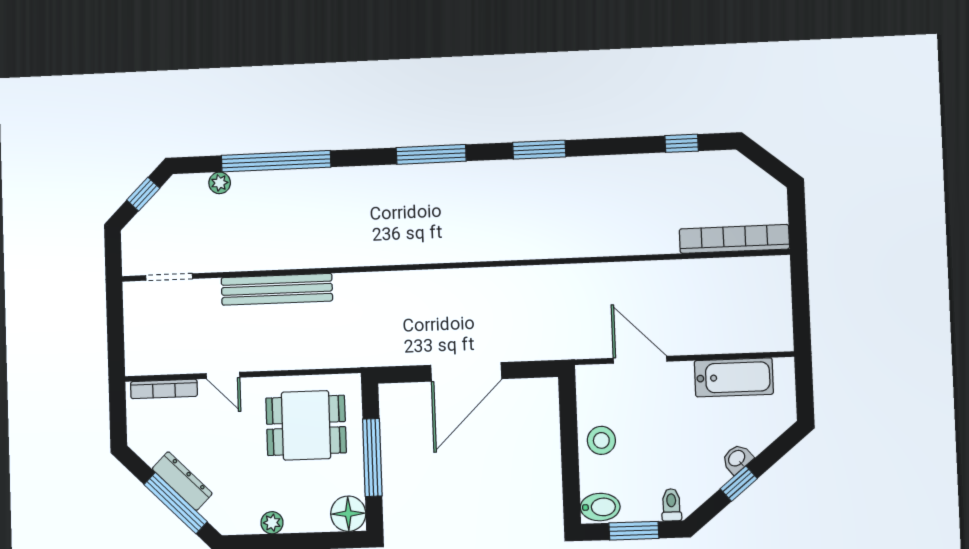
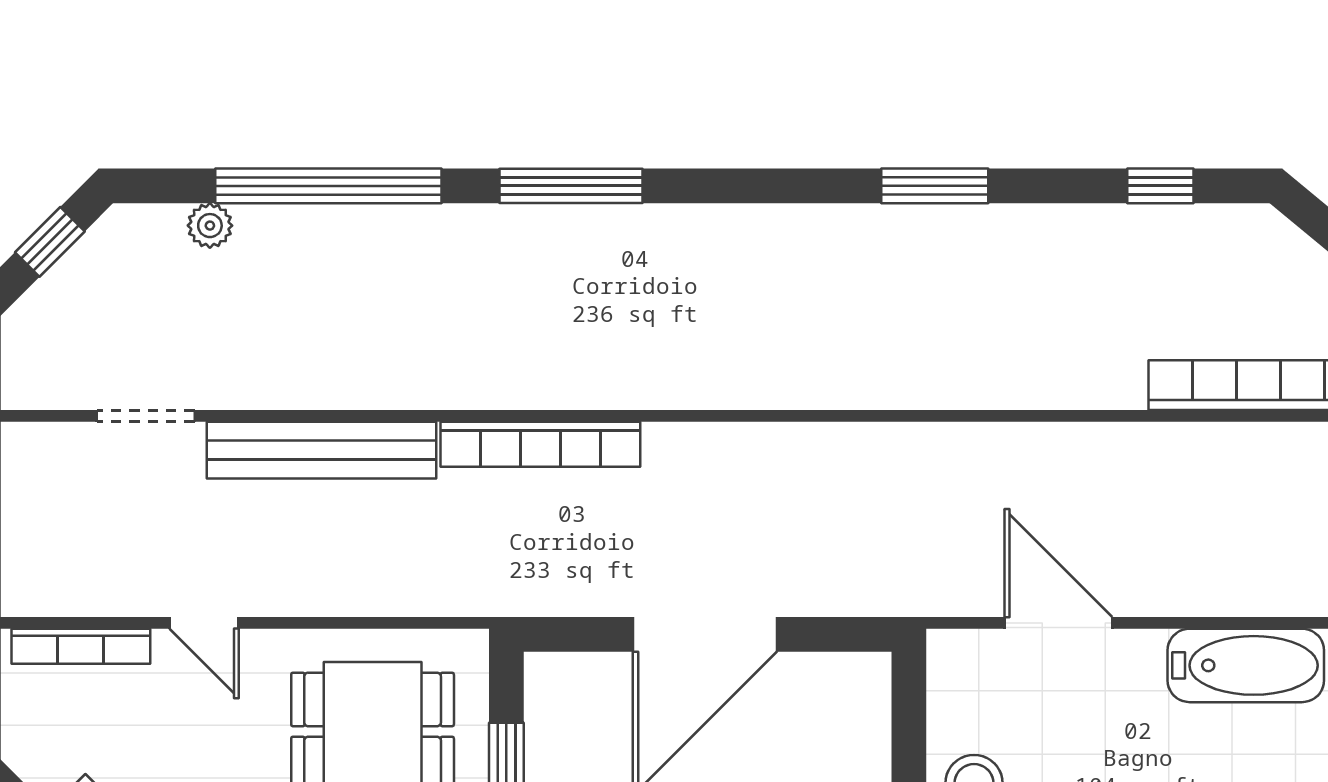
window: (539, 150) -> (935, 186), moved
window: (431, 154) -> (571, 186), moved
doorway: (169, 277) -> (146, 416), moved
bookcase: (383, 282) -> (540, 444), added

